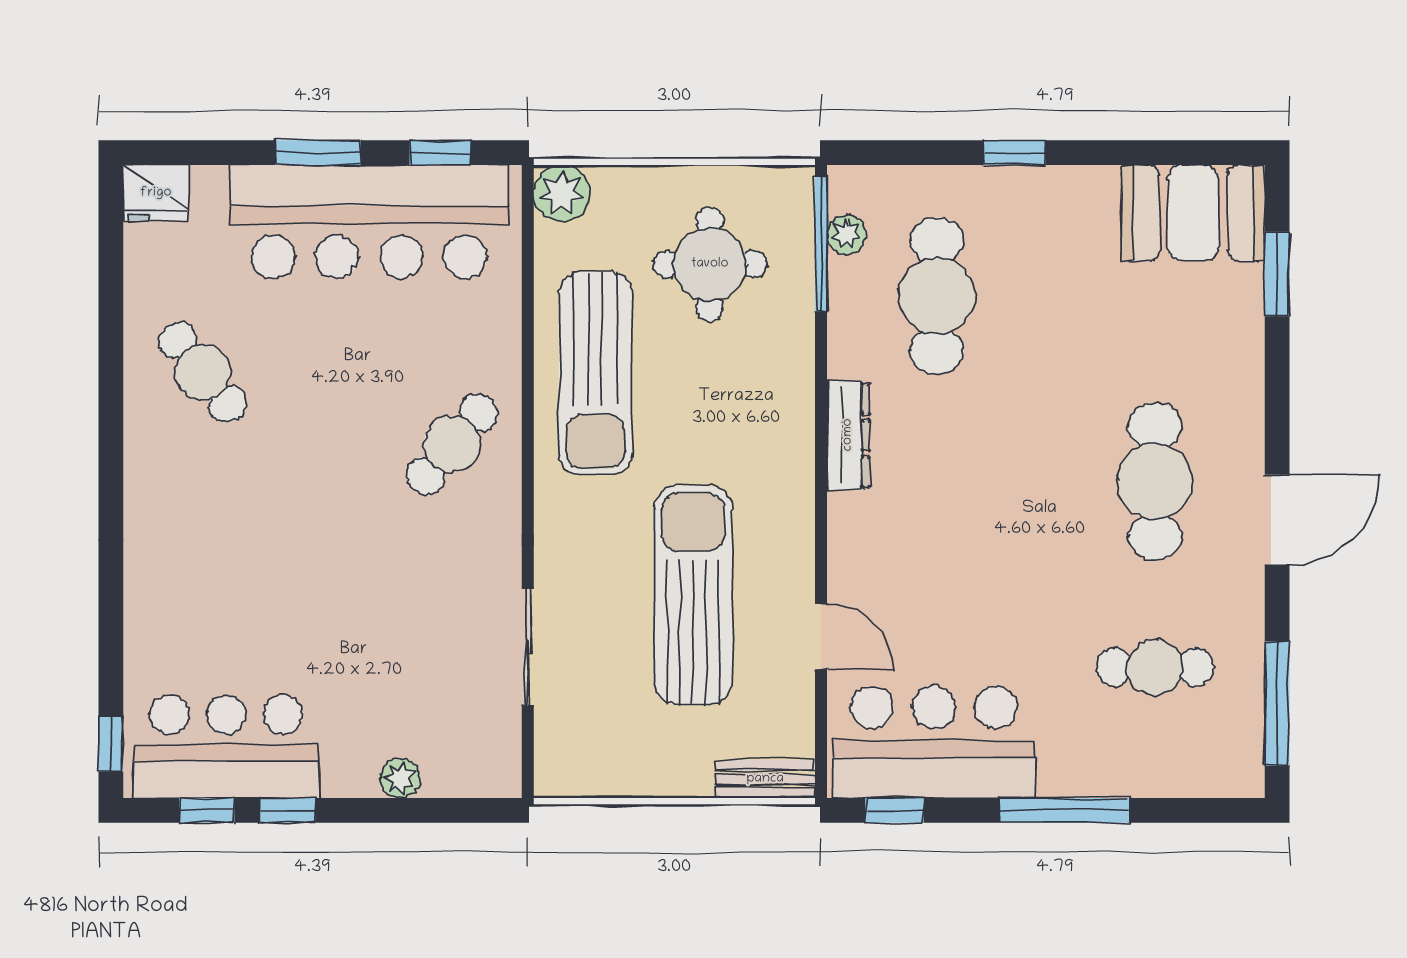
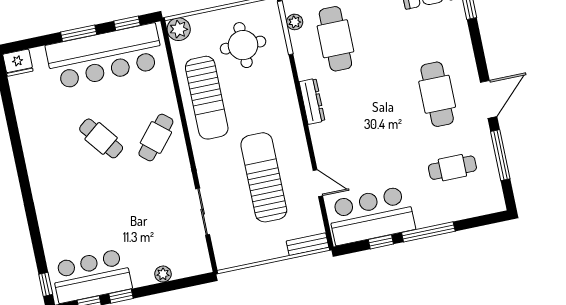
cafe table: (203, 372) -> (101, 138), moved
window: (1277, 704) -> (500, 155), moved
window: (895, 810) -> (381, 242), moved

